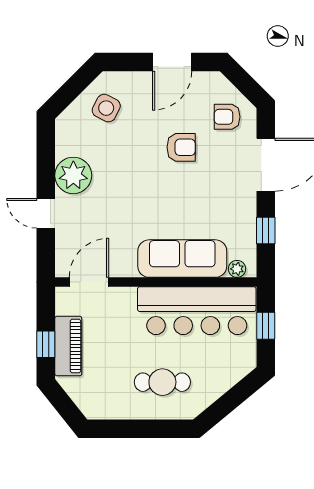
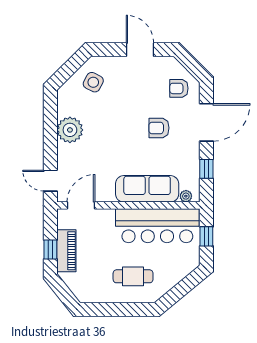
door: (172, 62) -> (140, 50), swing flipped
armchair: (181, 147) -> (159, 128), moved, turned 180
door: (46, 213) -> (50, 181), moved

